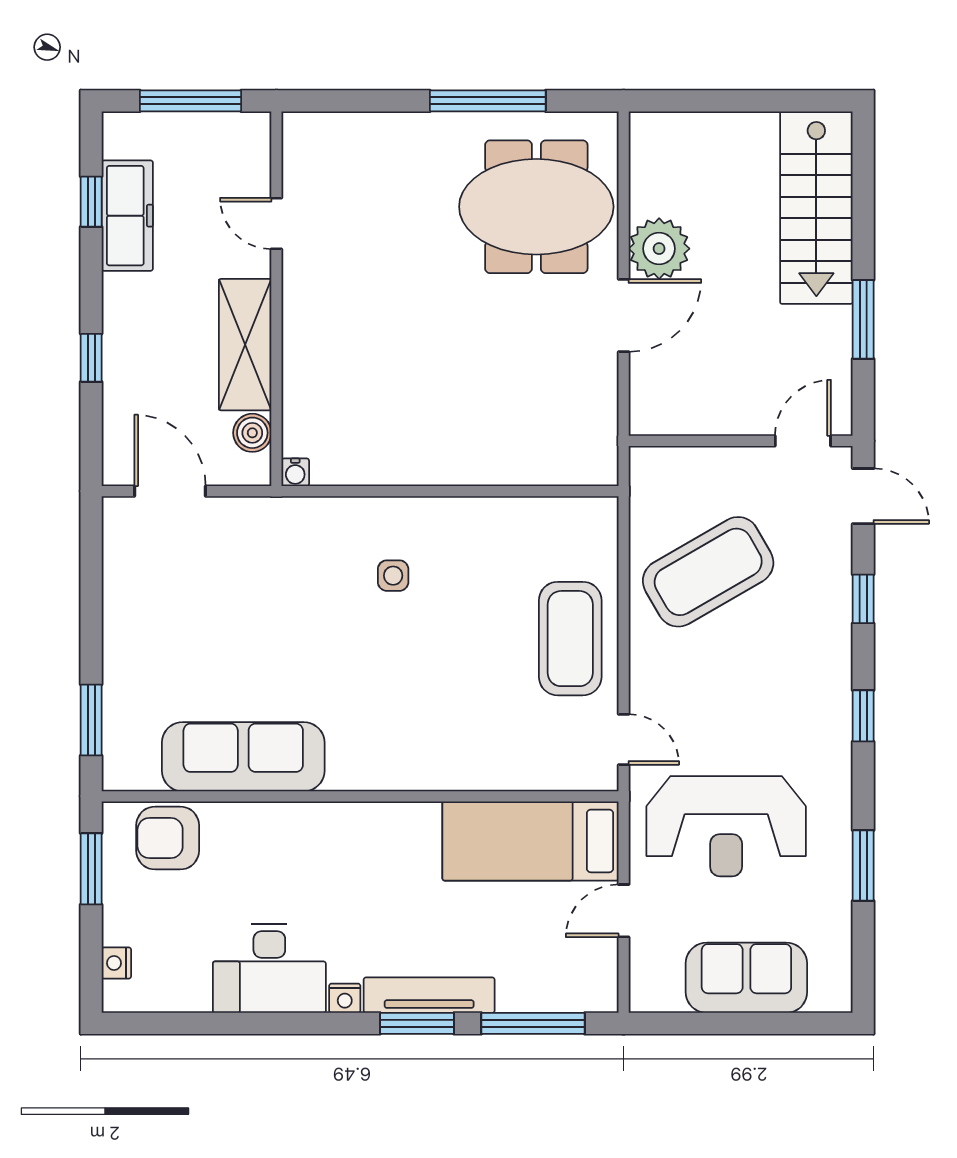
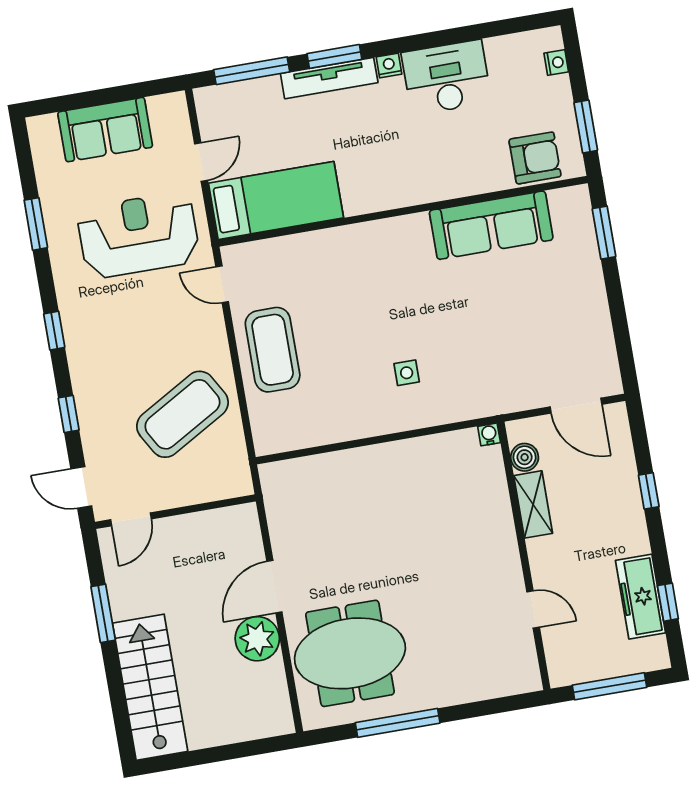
shelving: (245, 345) -> (533, 504), width x0.67, depth x0.75

